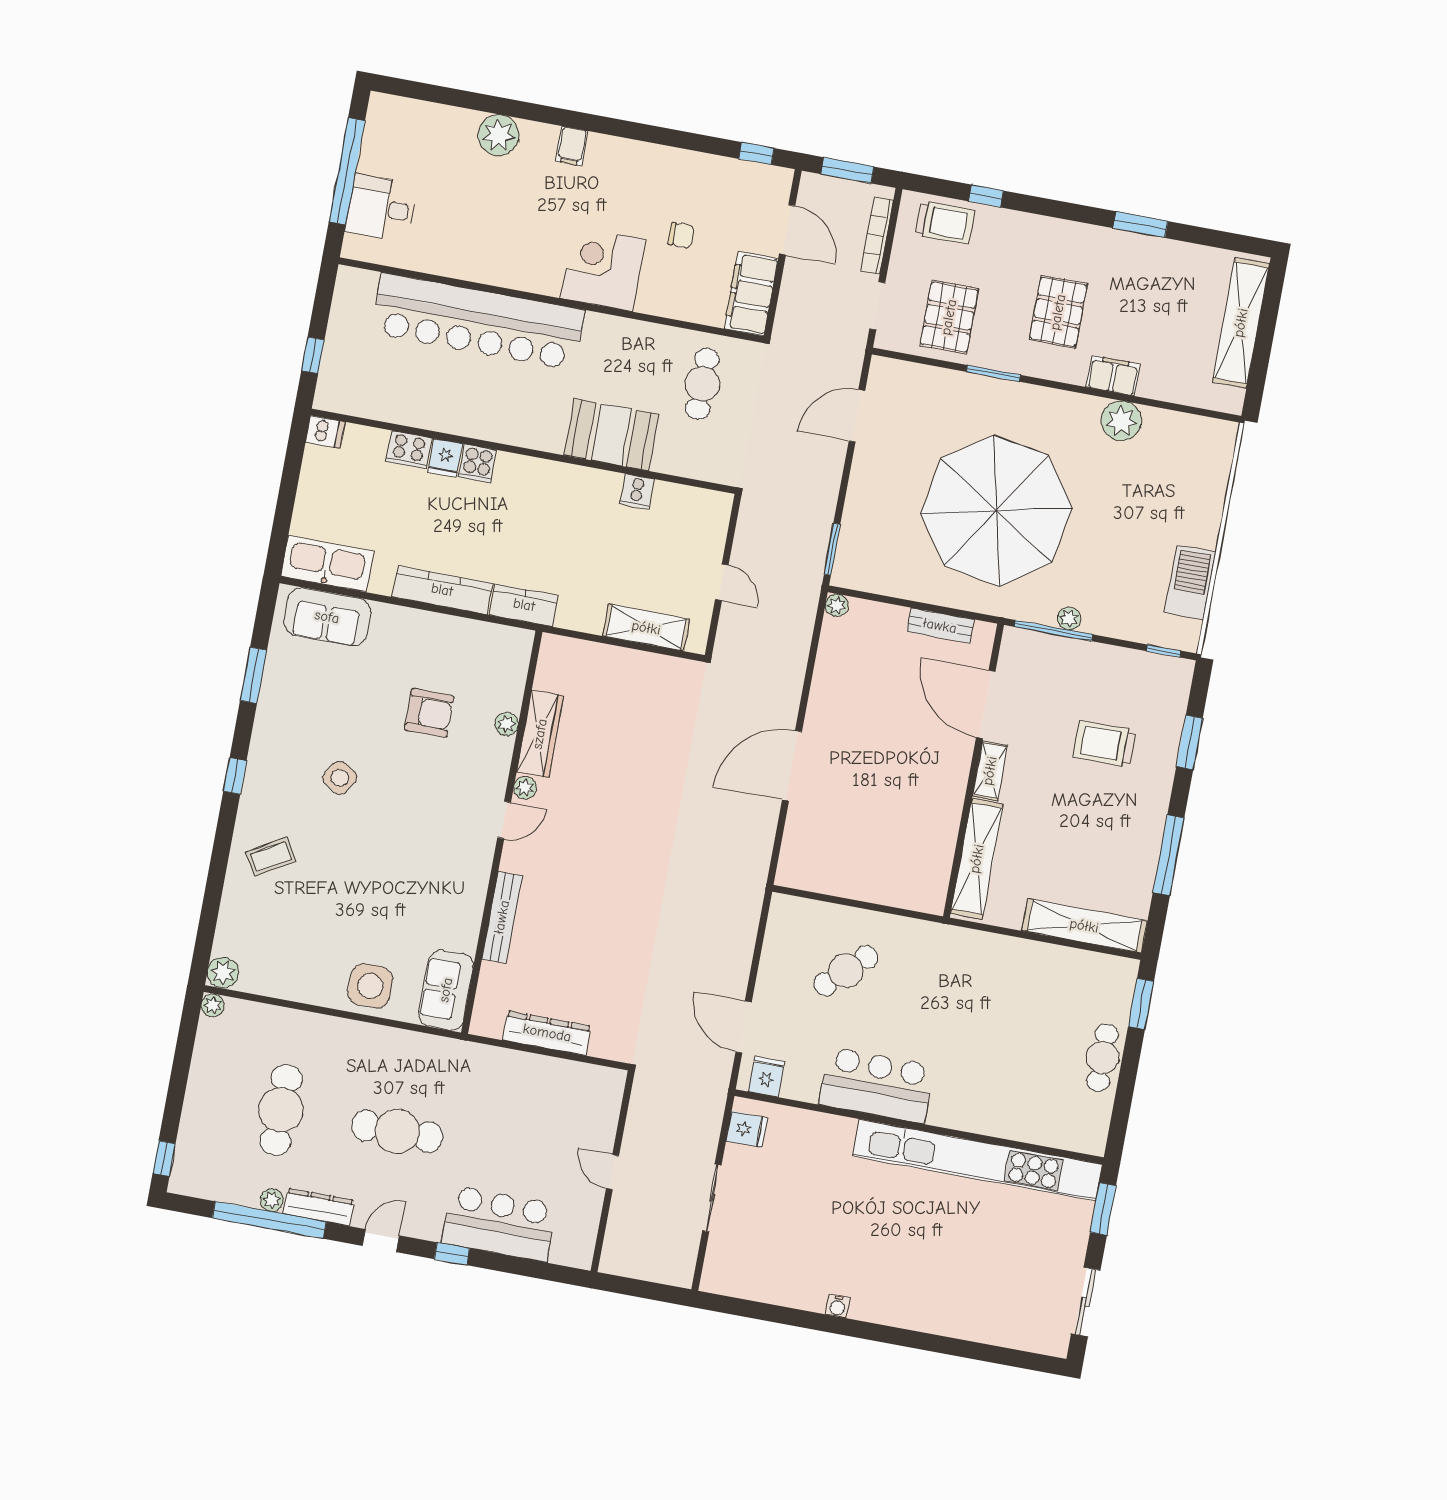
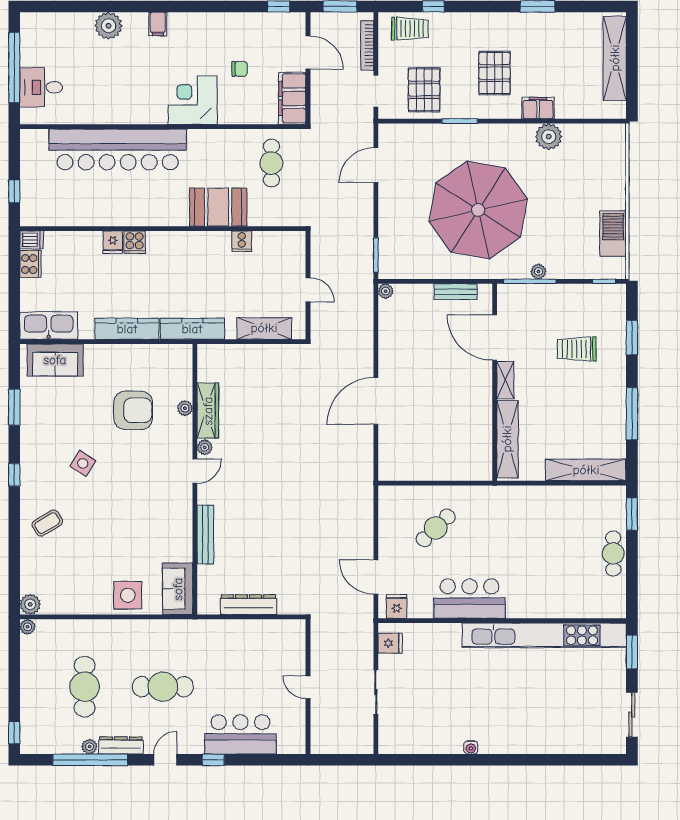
cooker: (409, 450) -> (30, 264), moved, turned -90
kitchen counter: (524, 605) -> (192, 329), width x1.50
armchair: (429, 713) -> (133, 410), width x1.36, depth x1.36

